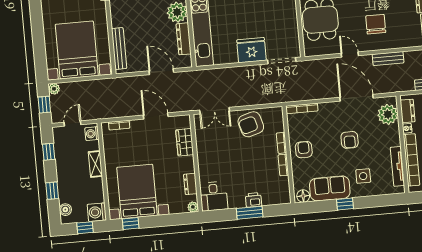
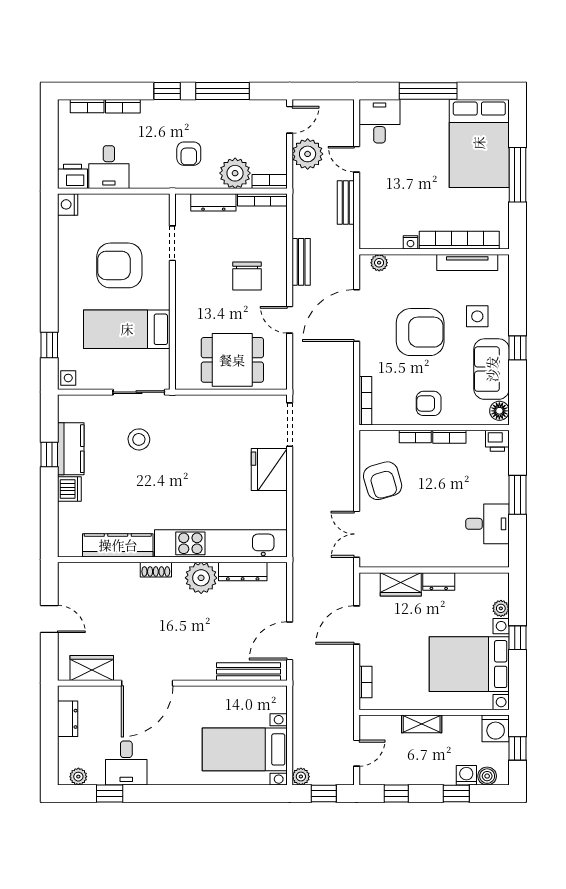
chair: (376, 24) -> (247, 276), turned -90
bed with nightstands: (77, 50) -> (245, 749), width x0.73
door: (350, 54) -> (290, 320), hinge flipped
door: (161, 72) -> (290, 641), moved
double door: (215, 111) -> (357, 534), swing flipped
dresser: (408, 111) -> (384, 239), removed
plant: (388, 114) -> (379, 263), width x0.53, depth x0.53
door: (73, 124) -> (357, 753), swing flipped
washing machine: (92, 134) -> (466, 775), moved, turned 180
armchair: (350, 140) -> (420, 332), width x1.88, depth x1.88
dresser: (190, 184) -> (439, 581), moved
desk: (214, 196) -> (487, 524), moved
printer: (254, 200) -> (497, 441), moved, turned -90
plant: (193, 207) -> (501, 608), moved
window: (131, 223) -> (517, 638), moved

